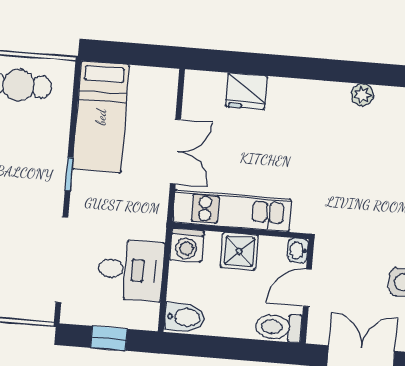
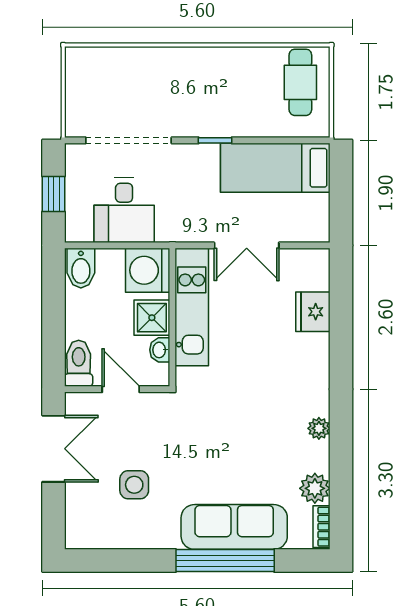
washing machine: (187, 245) -> (148, 270), width x1.37, depth x1.37
washbasin: (298, 250) -> (160, 350), moved, turned -90

